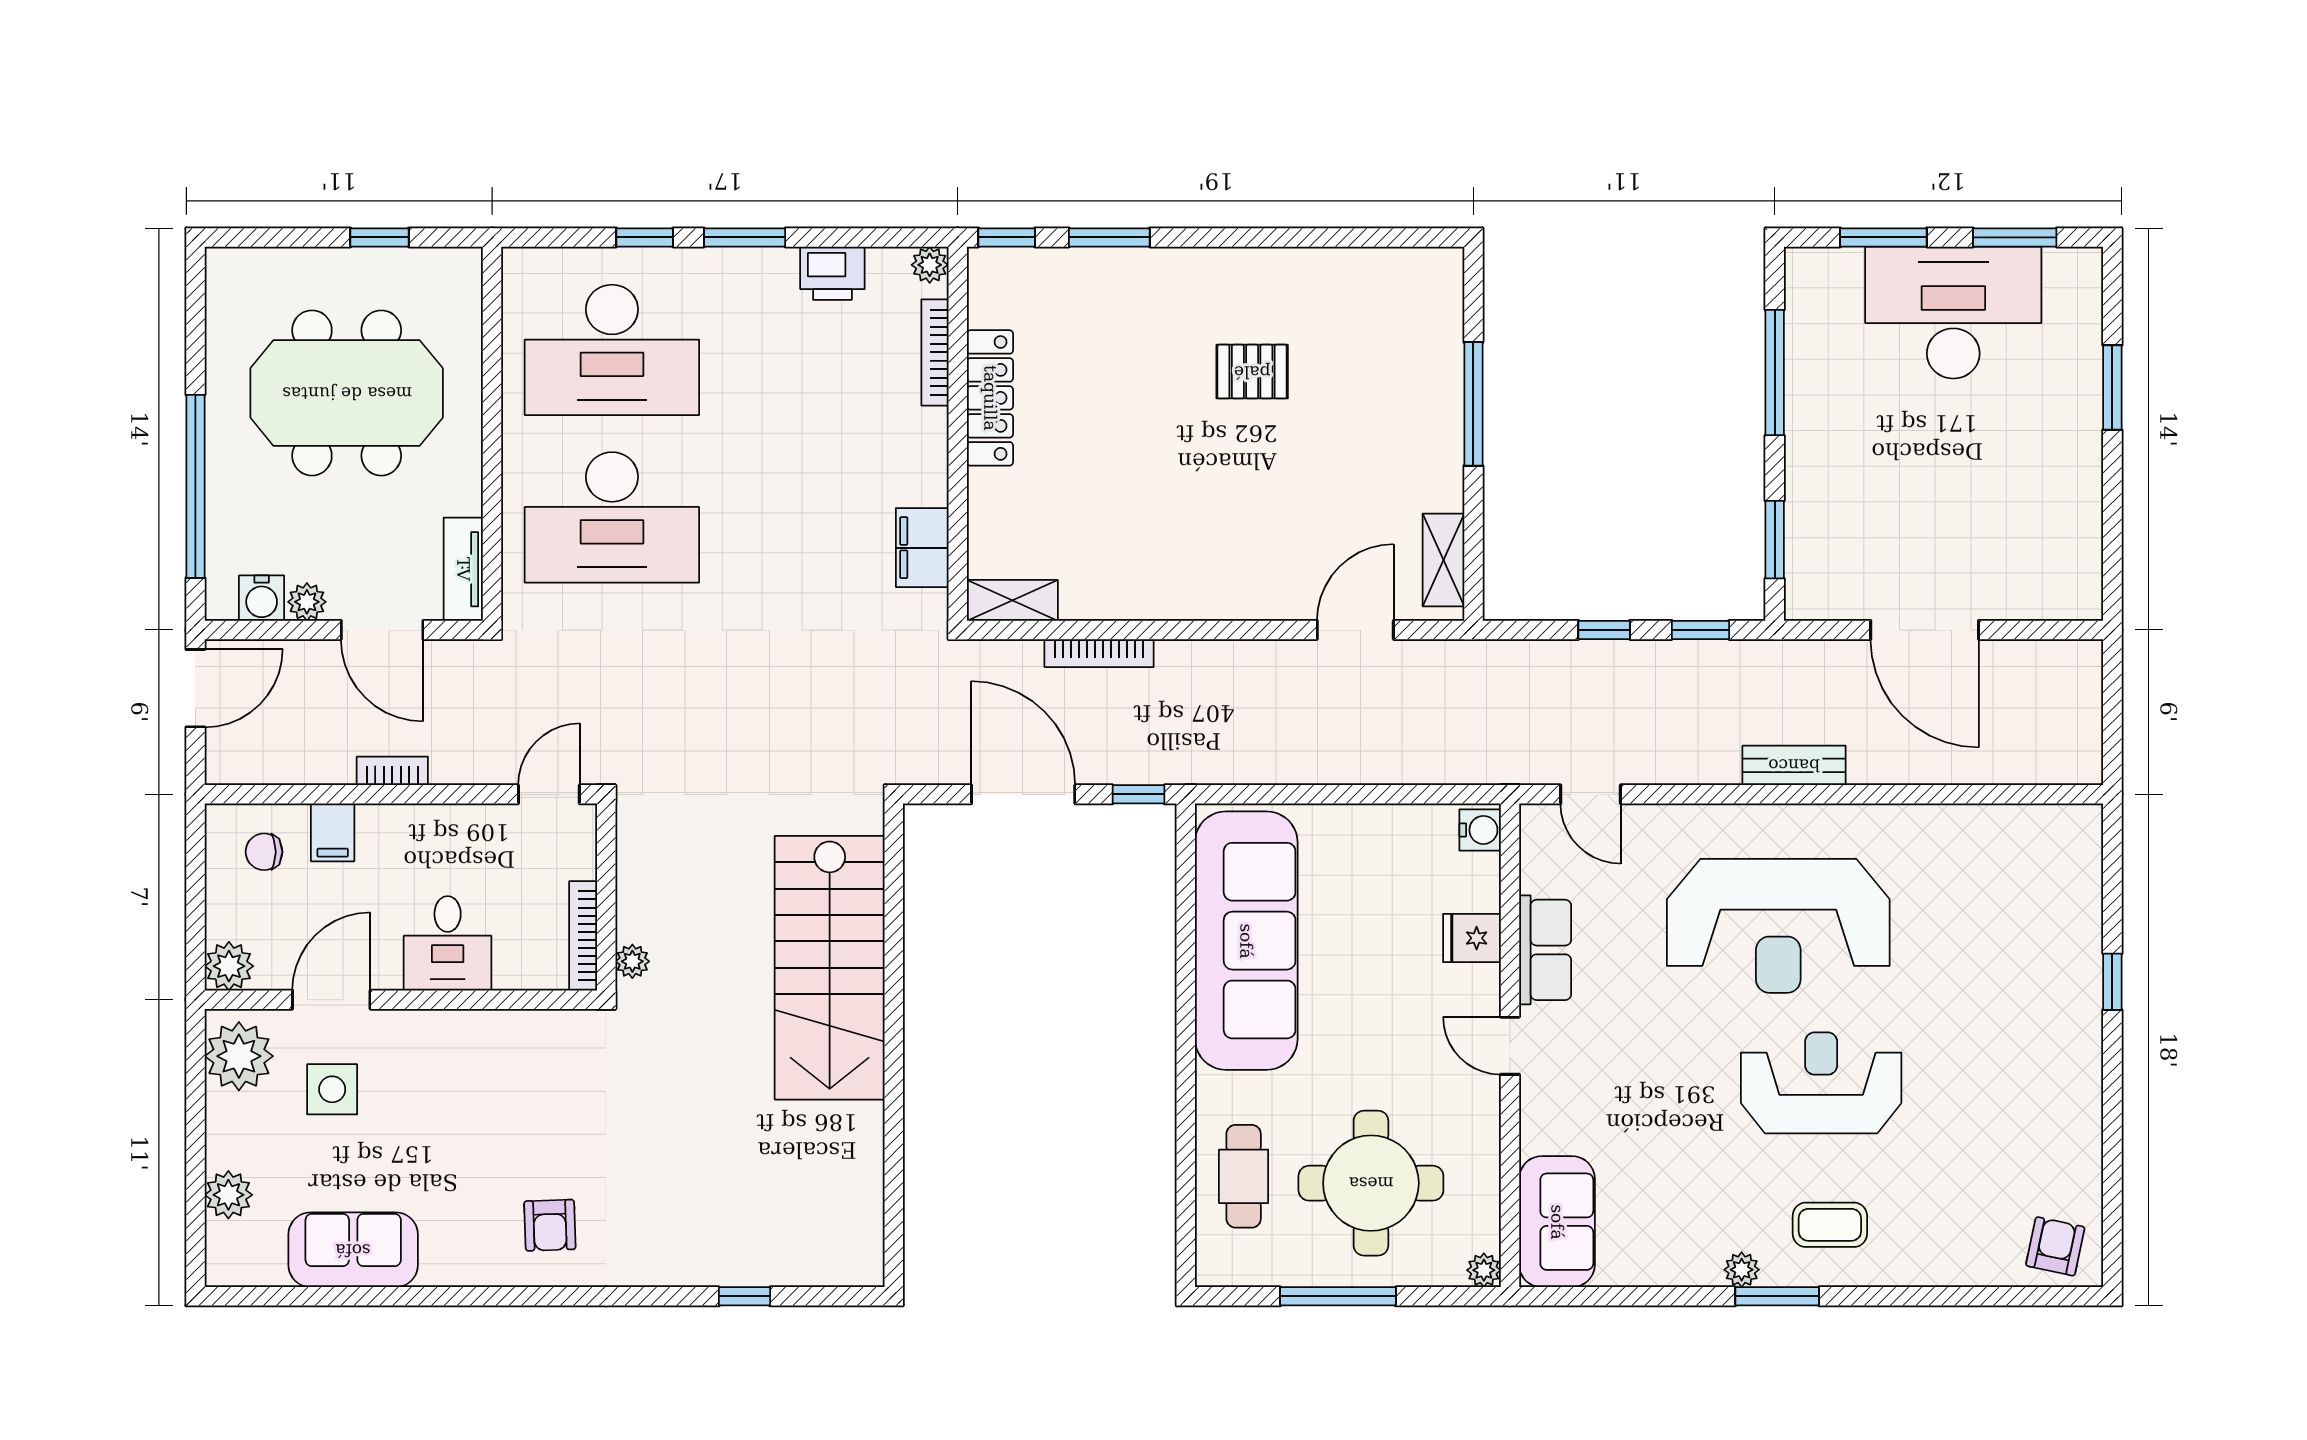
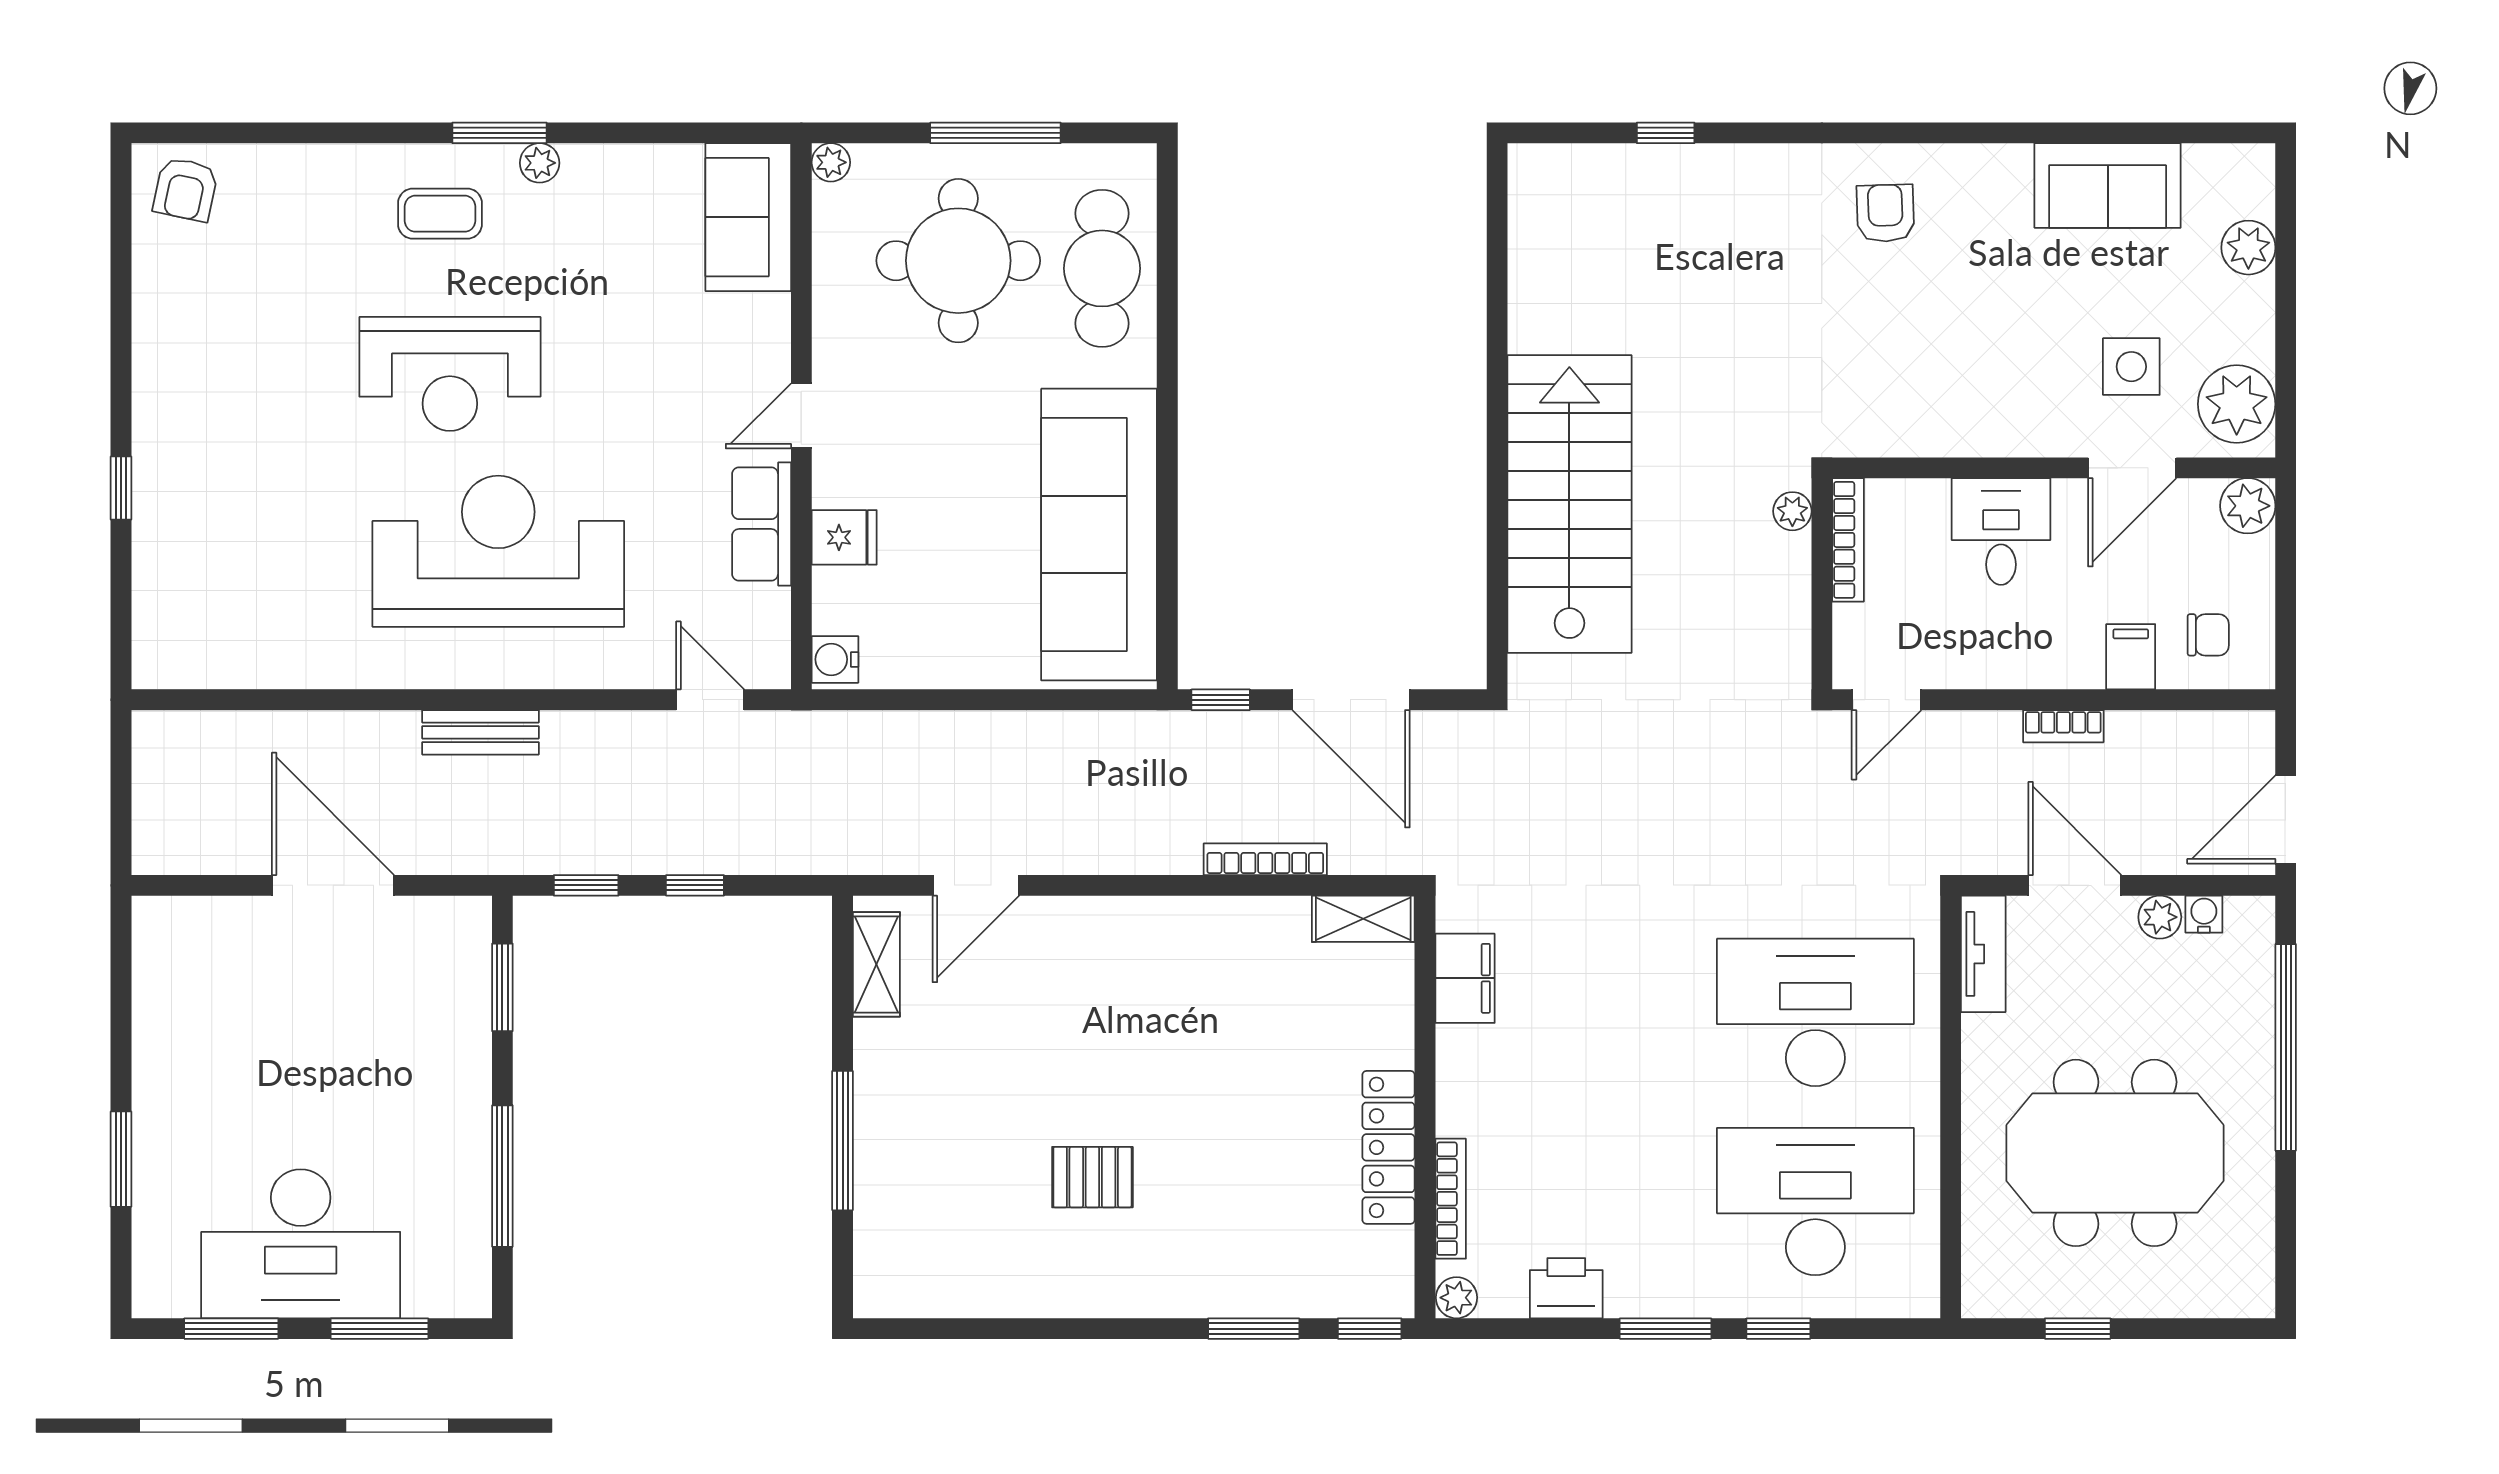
water cooler: (262, 598) -> (2204, 914), width x0.72, depth x0.72
door: (1510, 1046) -> (801, 416), swing flipped
cafe table: (1244, 1176) -> (1102, 268), width x1.37, depth x1.35

